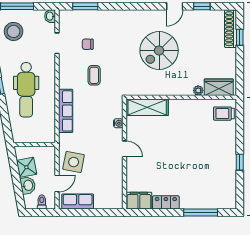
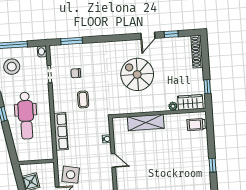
window: (240, 37) -> (207, 87), moved
spiral stairs: (159, 50) -> (137, 74), turned 90
shelving: (147, 107) -> (146, 122), moved

